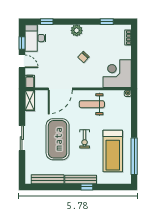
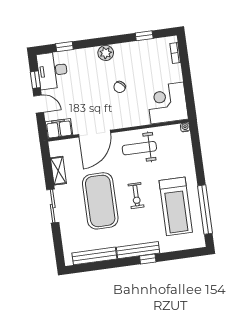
filing cabinet: (30, 81) -> (59, 128), width x2.00
shelving: (30, 100) -> (58, 171), moved

